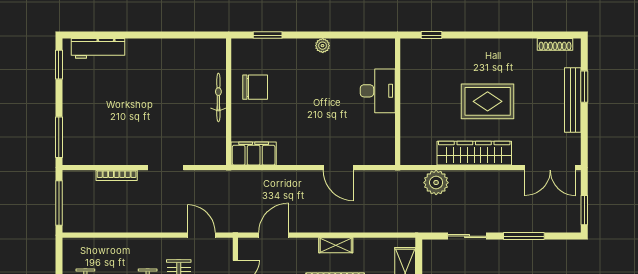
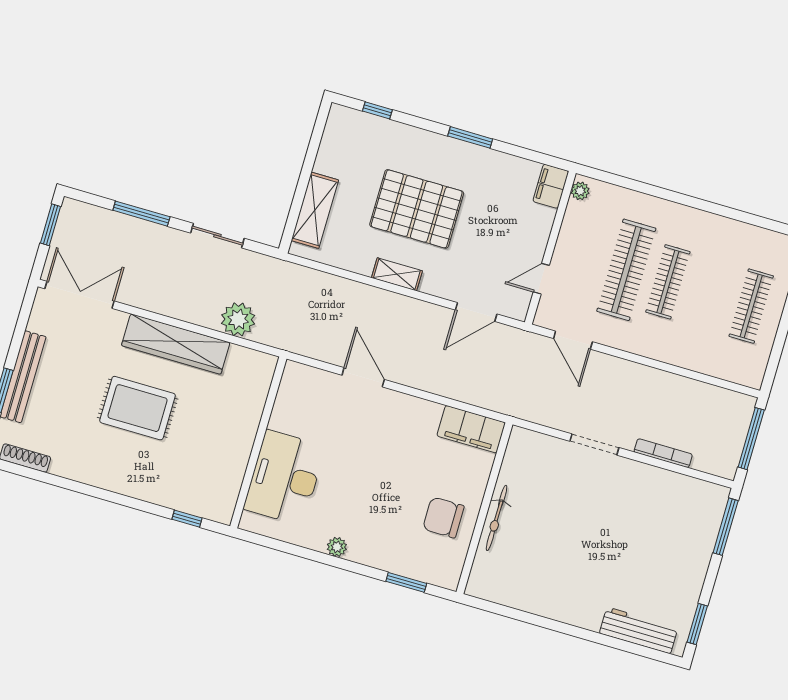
desk: (378, 91) -> (284, 478), width x1.36, depth x1.30

